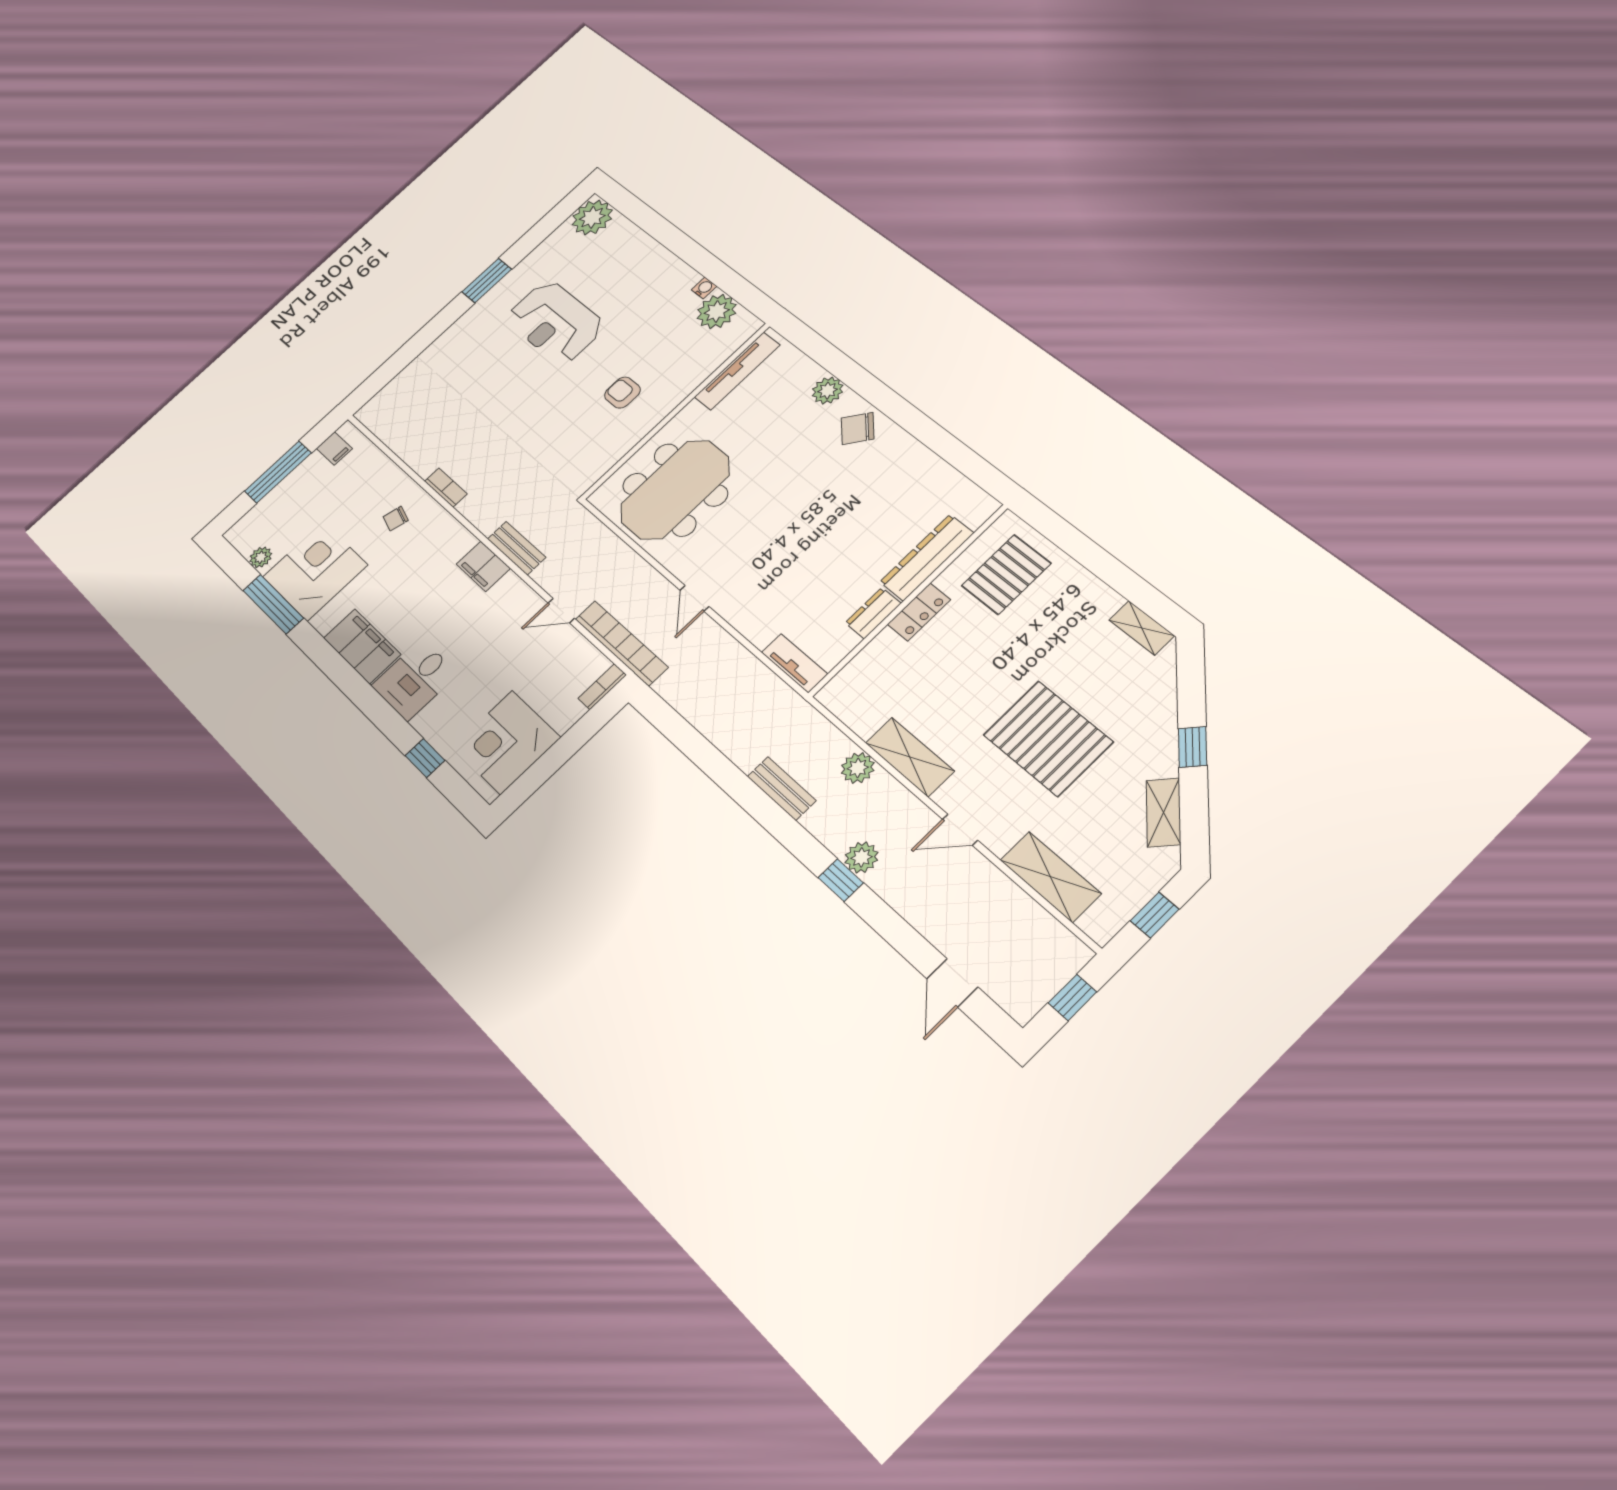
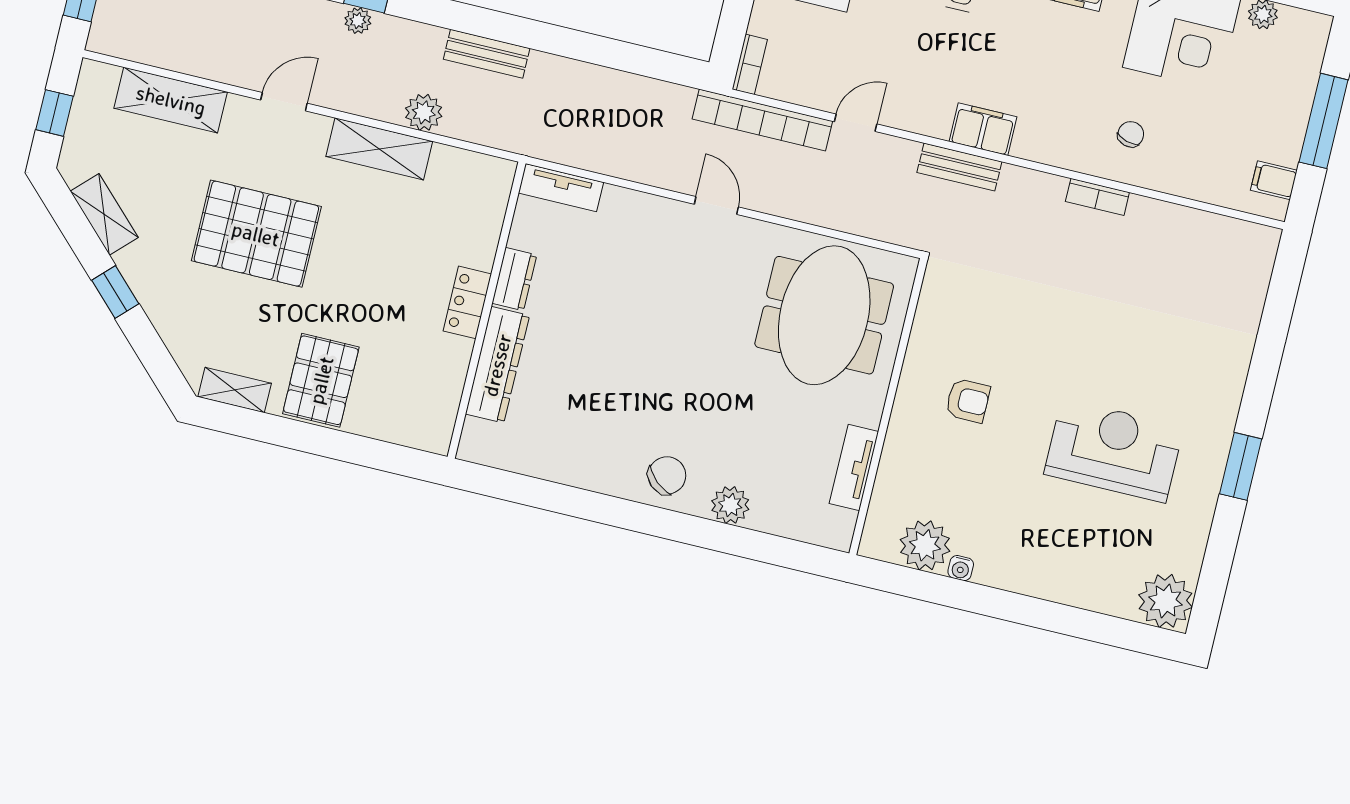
tv unit: (737, 371) -> (854, 467), width x0.71
pallet: (1006, 575) -> (321, 380), moved
plant: (861, 857) -> (358, 21), width x0.73, depth x0.73

